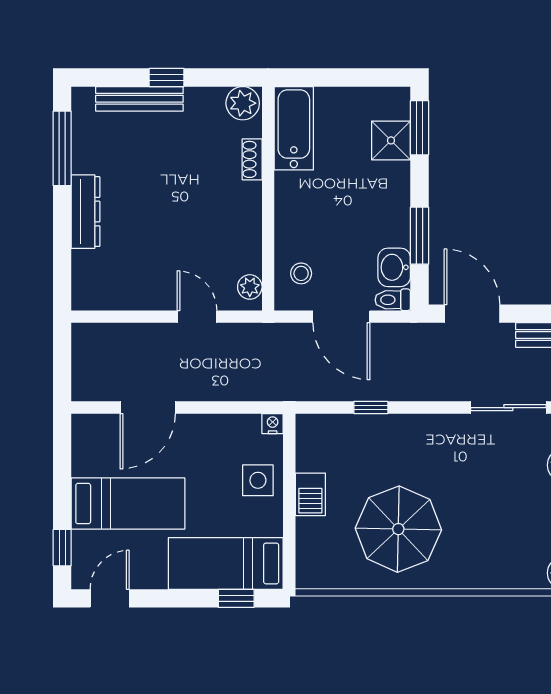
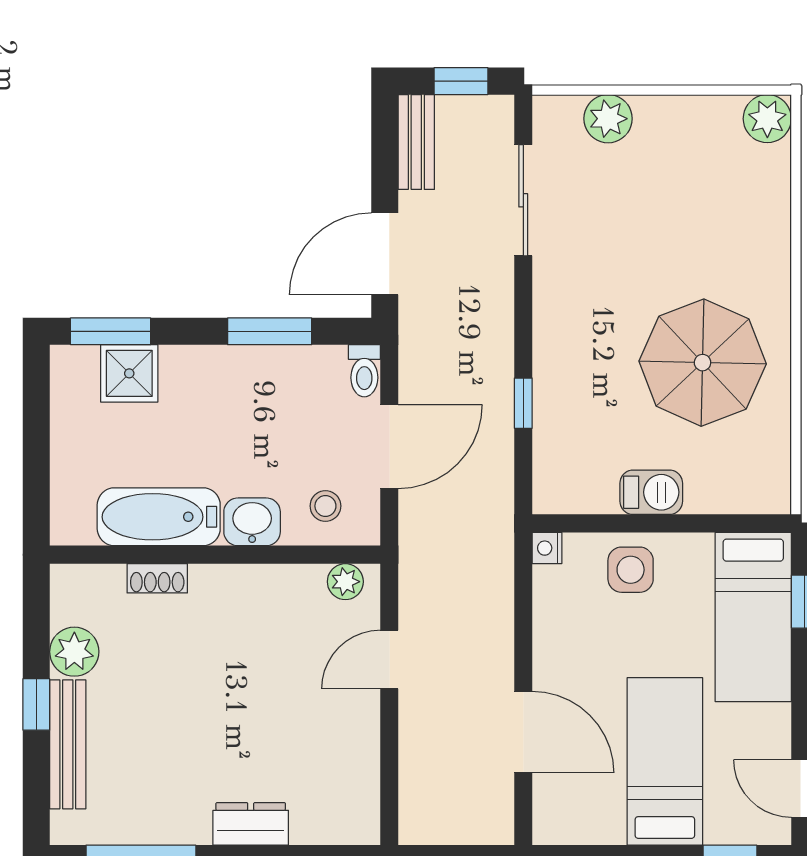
plant: (243, 103) -> (74, 652), moved
bathtub: (294, 128) -> (159, 517), moved
dresser: (86, 212) -> (251, 824), width x0.70
washbasin: (394, 267) -> (252, 522), moved, turned 180

